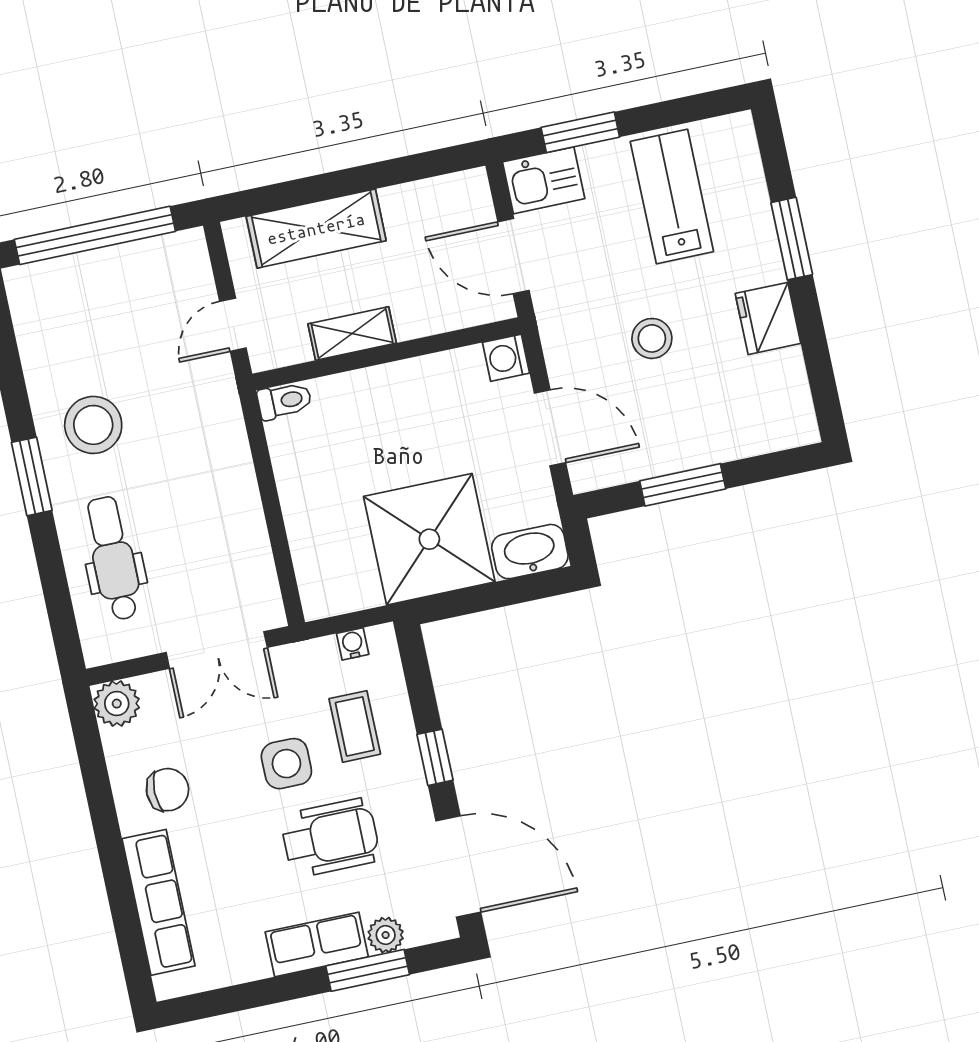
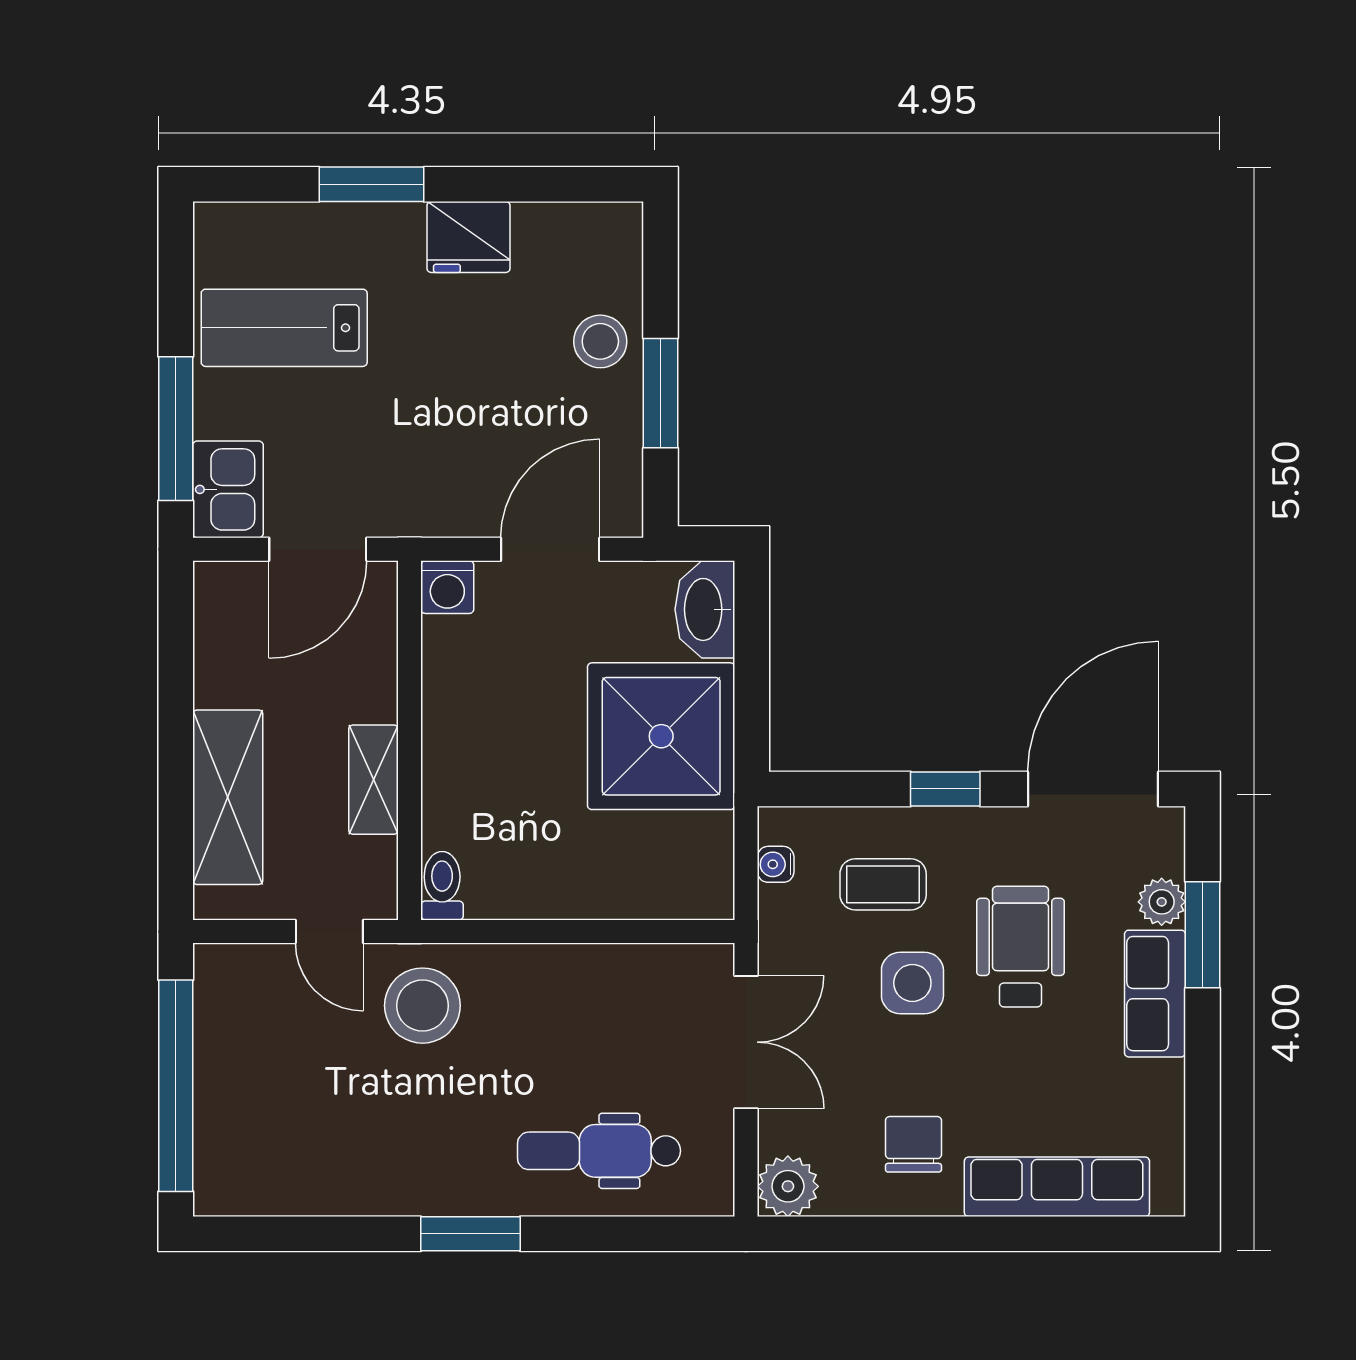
window: (580, 132) -> (176, 429), width x1.44
stool: (652, 338) -> (600, 341), moved
stool: (93, 425) -> (422, 1006), moved

